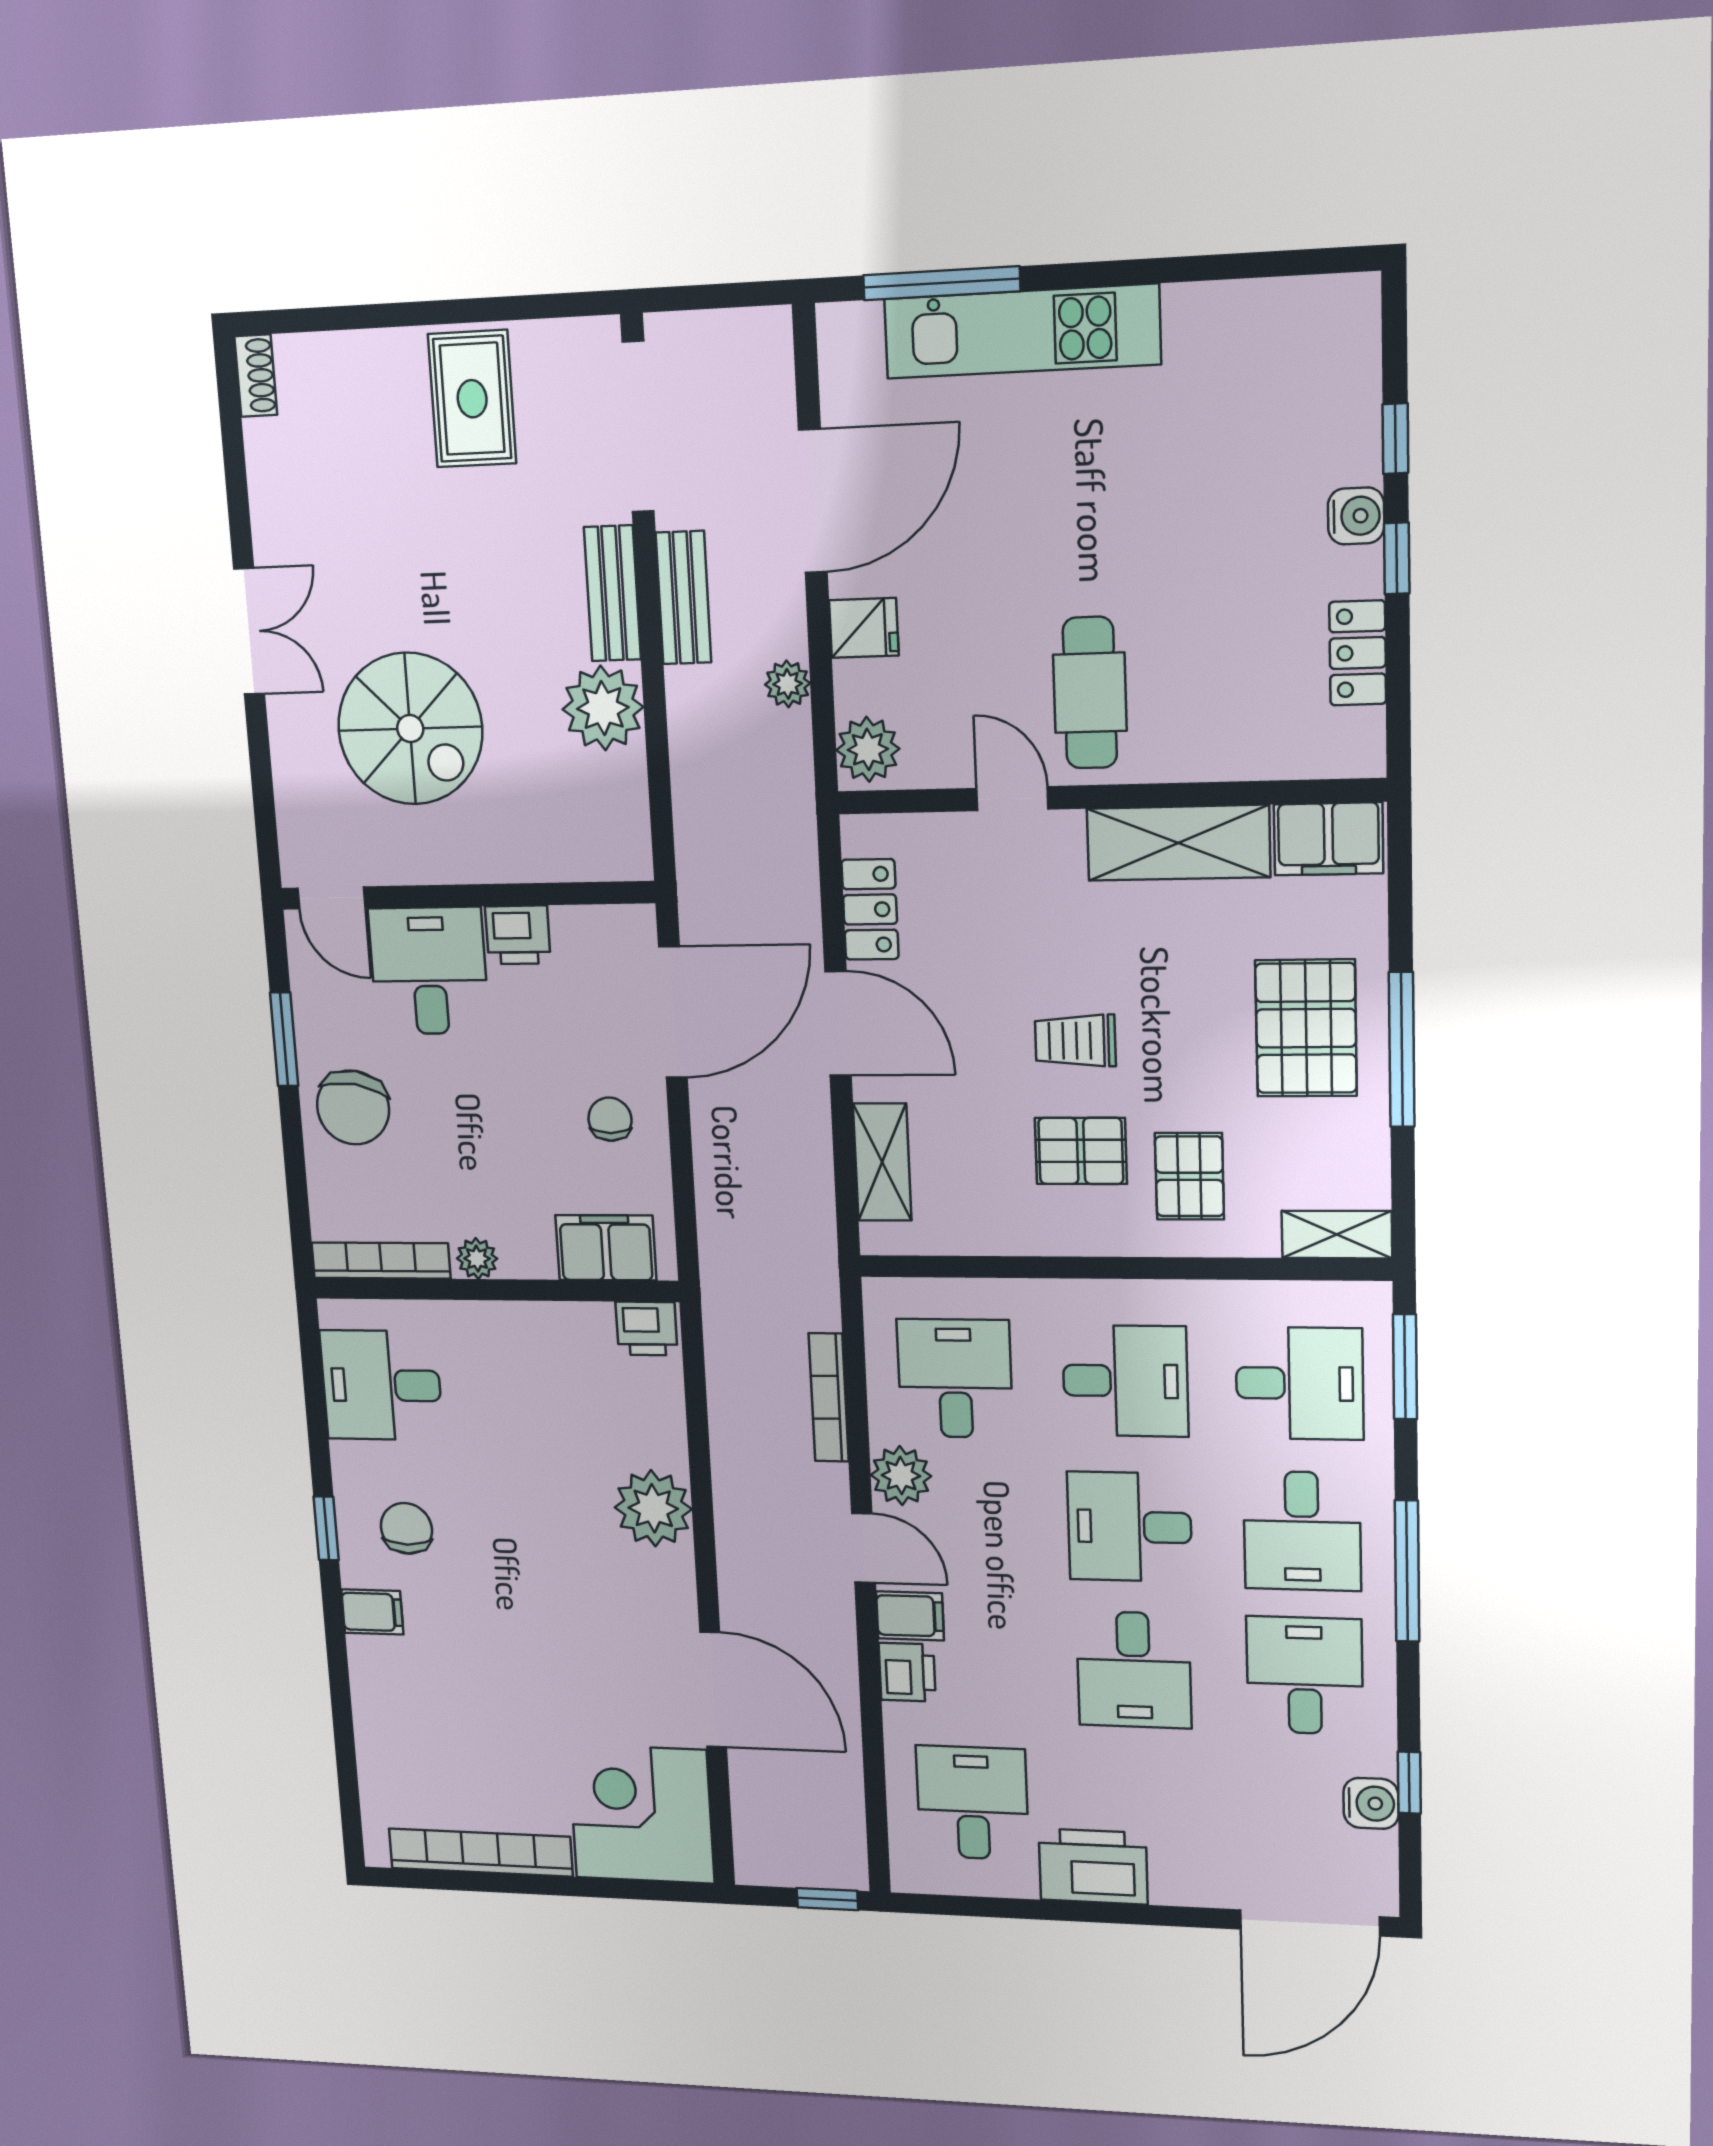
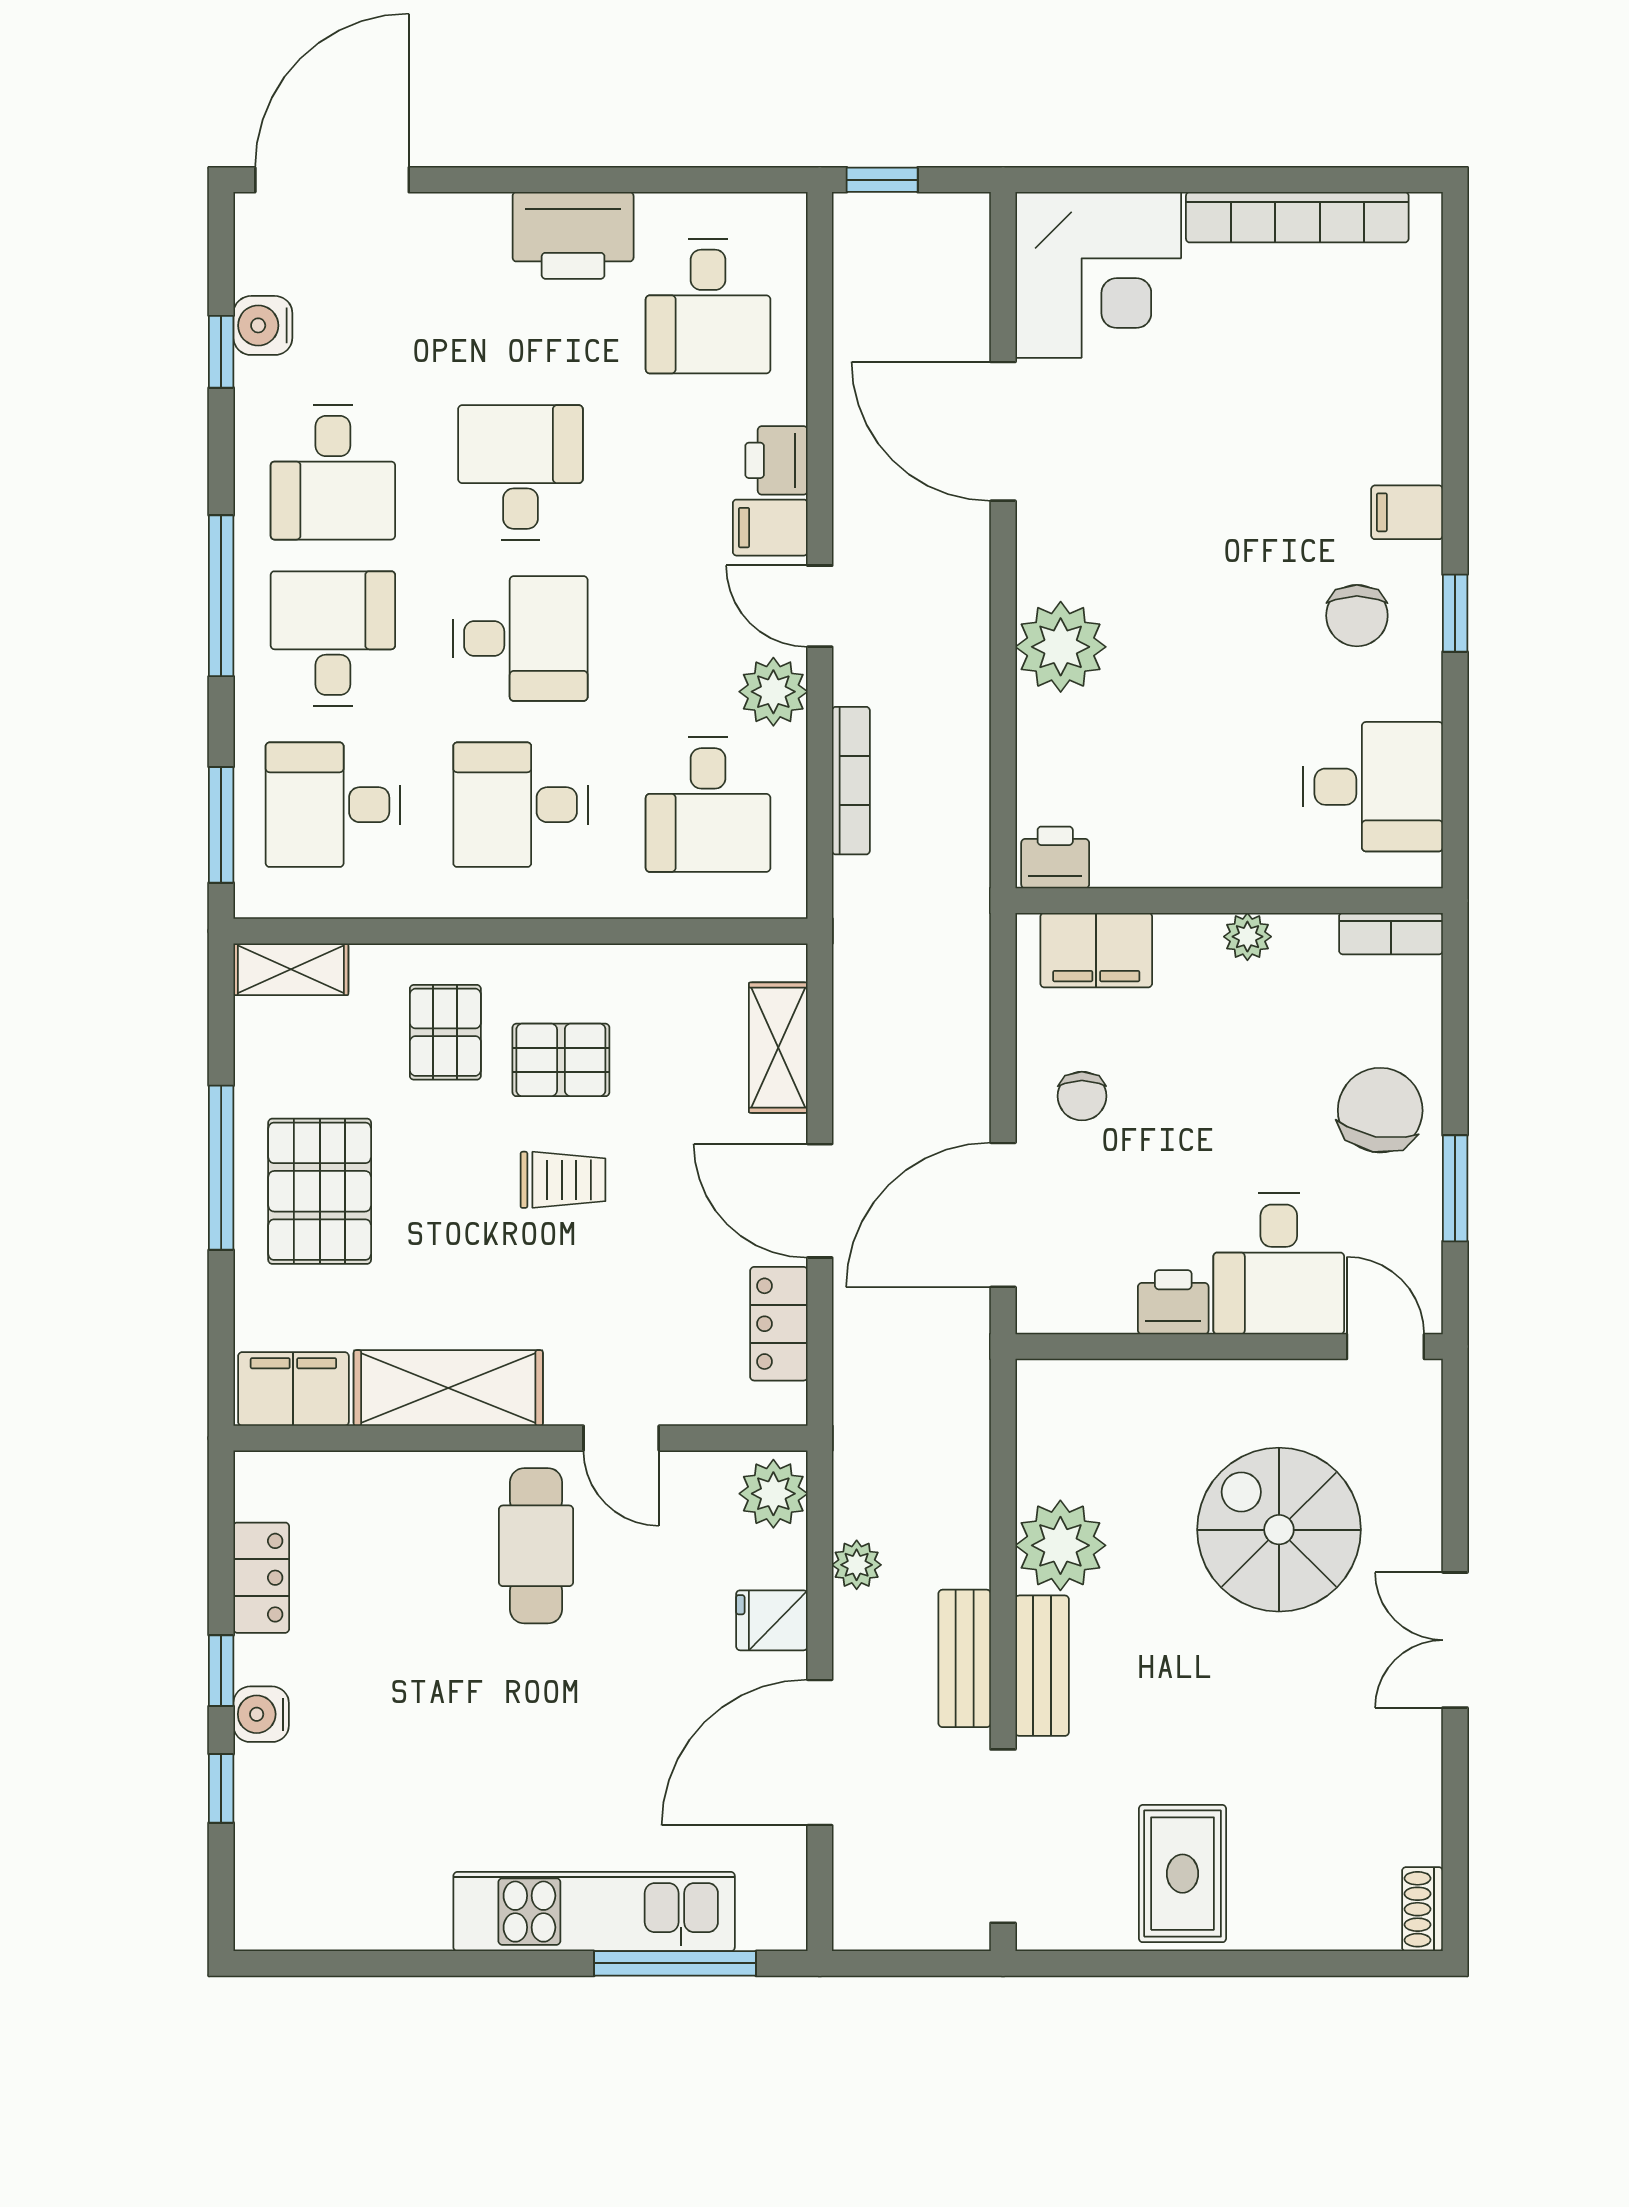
bookcase: (381, 1261) -> (1391, 934), width x0.64

